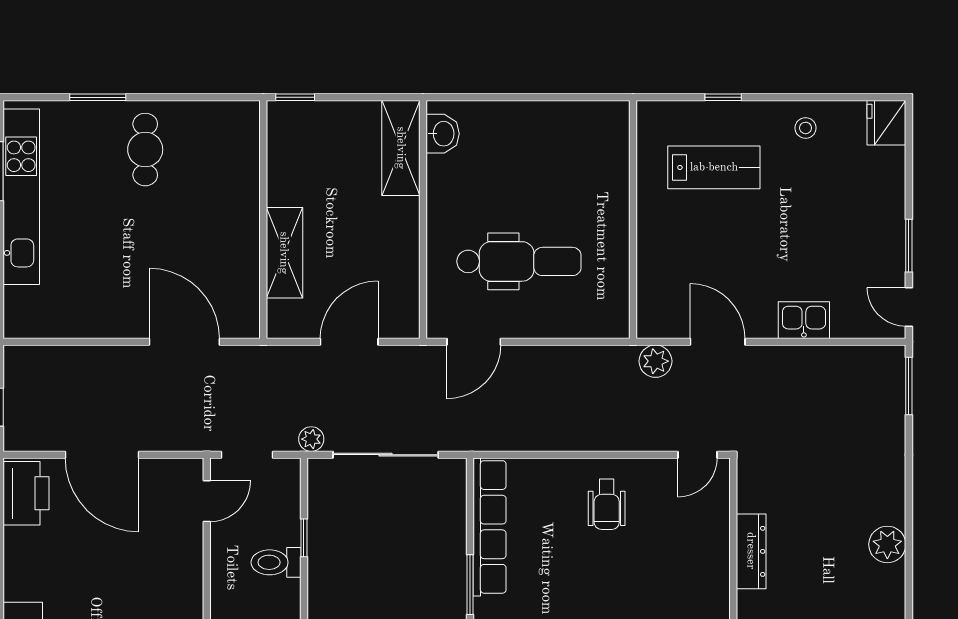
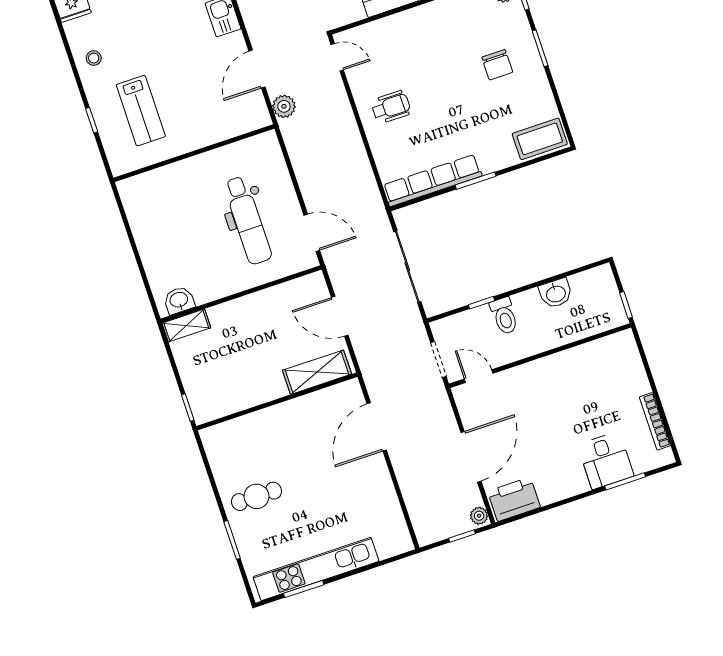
shelving: (401, 148) -> (186, 325), width x0.67, depth x0.75
lab bench: (714, 167) -> (141, 111), turned 180
shelving: (284, 253) -> (317, 372), moved
dental chair: (519, 261) -> (248, 220), turned 180
plant: (311, 439) -> (479, 516), moved

